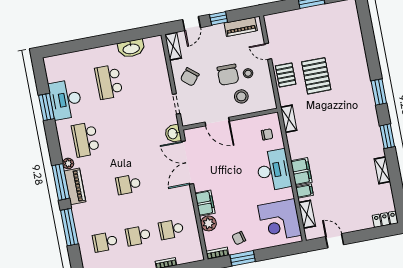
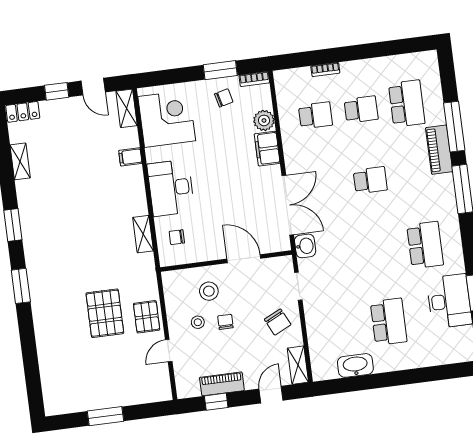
window: (219, 18) -> (216, 402), moved
piano: (241, 27) -> (222, 384), moved
door: (268, 51) -> (169, 351), swing flipped
chair: (228, 75) -> (225, 322), width x0.54, depth x0.54
chair: (190, 77) -> (278, 322), turned 114
shelving: (289, 119) -> (143, 234), moved
plant: (68, 163) -> (451, 214), removed
shelving: (382, 170) -> (20, 161), moved
filing cabinet: (301, 172) -> (133, 184), removed
piano: (75, 186) -> (439, 150), moved
shelving: (307, 214) -> (127, 108), moved
window: (361, 236) -> (57, 91), added
school desk: (105, 242) -> (407, 104), width x1.85

